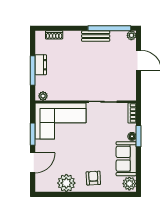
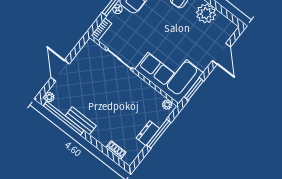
window: (33, 134) -> (194, 89), moved
door: (33, 163) -> (221, 54), swing flipped

